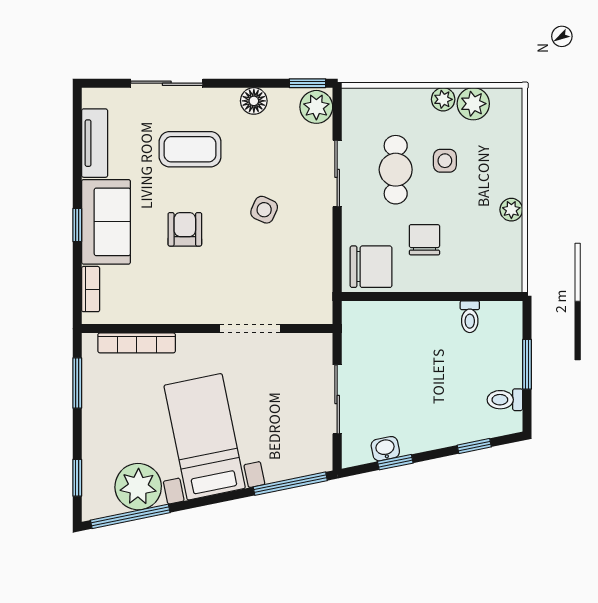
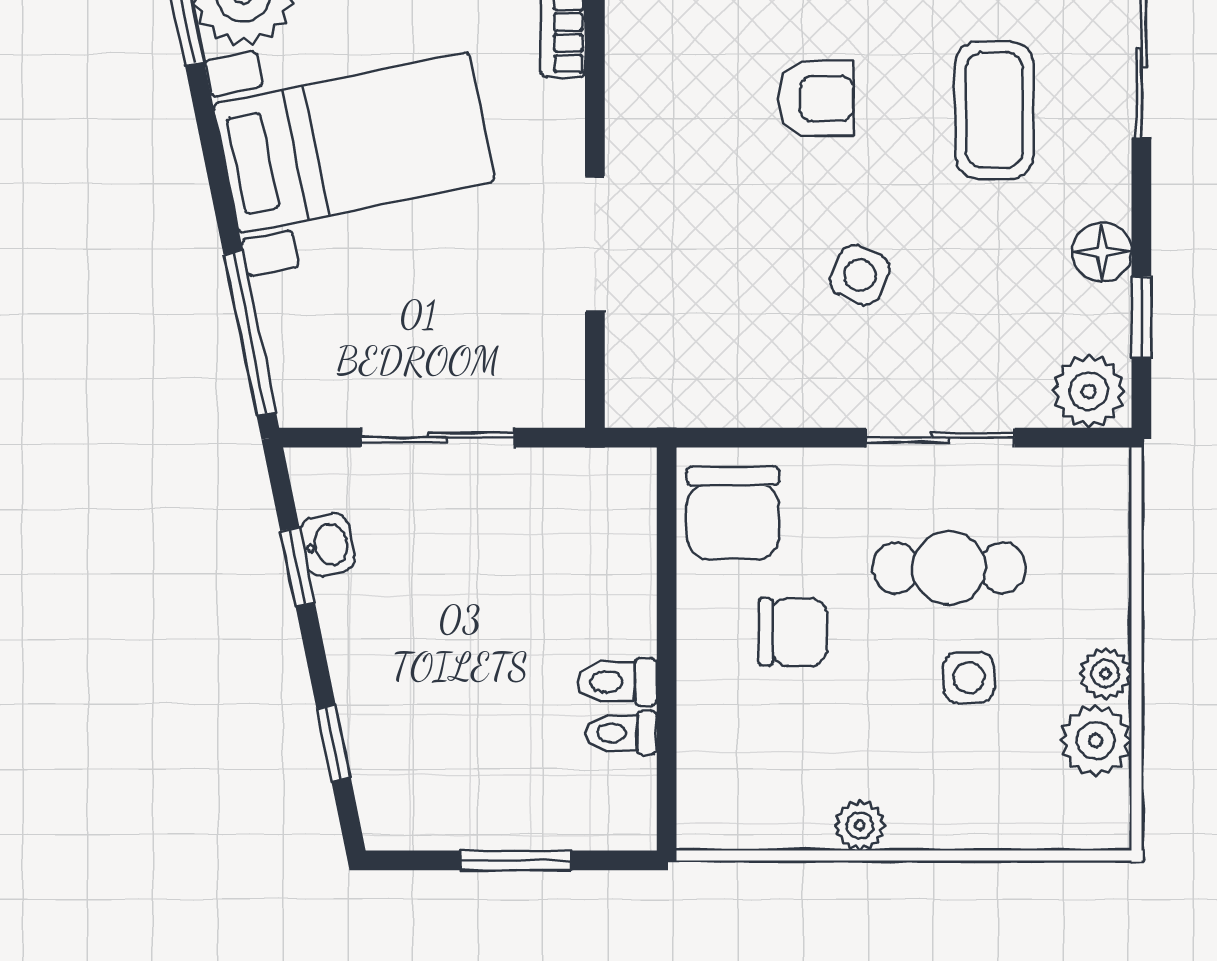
window: (307, 83) -> (1141, 317), moved
toilet: (505, 400) -> (617, 682), moved, turned -90

